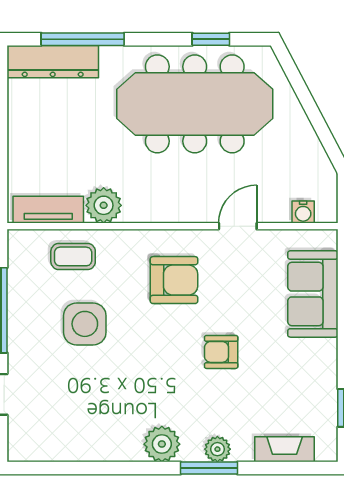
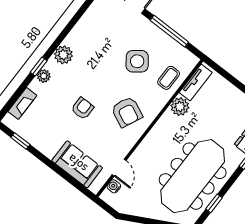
door: (238, 226) -> (119, 168), moved
armchair: (174, 280) -> (127, 112), turned -65
side table: (85, 324) -> (137, 61), turned -37
window: (209, 468) -> (39, 67), width x0.67

